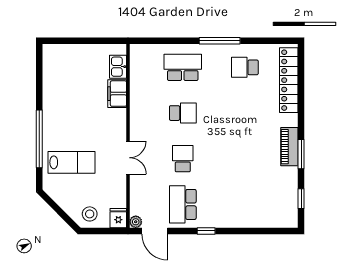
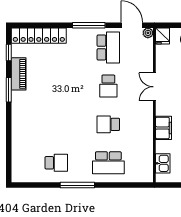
locker: (289, 80) -> (39, 36), moved, turned 90
filing cabinet: (117, 94) -> (164, 128), moved
piano: (289, 147) -> (19, 74), moved
window: (206, 231) -> (89, 25), width x2.17

